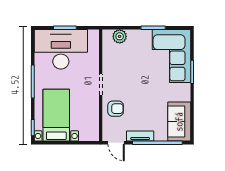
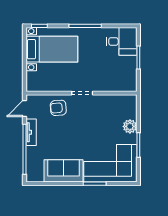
plant: (120, 36) -> (130, 126), moved
desk: (61, 49) -> (122, 41), width x0.53, depth x0.77
armchair: (116, 109) -> (58, 108), turned 86
sofa: (179, 122) -> (63, 171), moved

